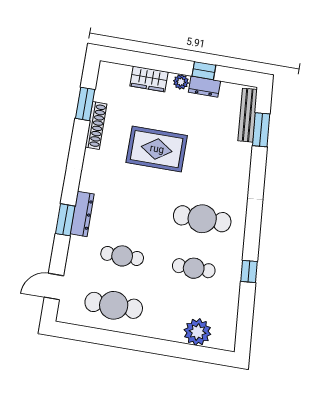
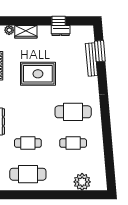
plant: (181, 82) -> (9, 30), moved
bench: (248, 115) -> (91, 59), moved
window: (249, 271) -> (107, 139), removed

